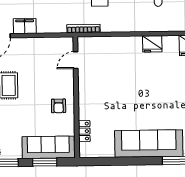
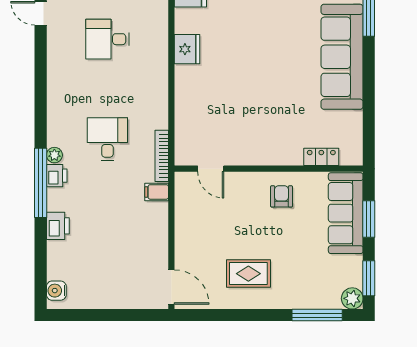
filing cabinet: (25, 26) -> (157, 192), moved, width x0.50
armchair: (59, 106) -> (282, 196), turned -90

